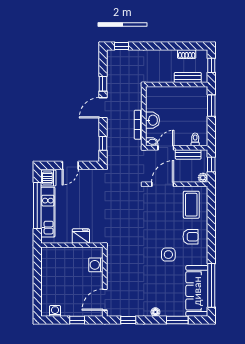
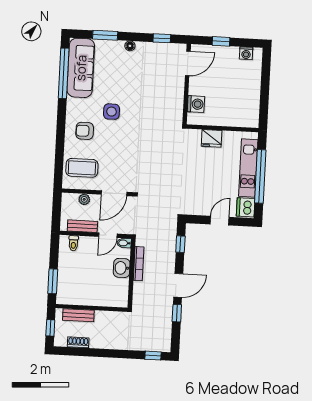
window: (211, 164) -> (56, 213), removed
plant: (203, 178) -> (84, 199), moved
coffee table: (191, 205) -> (82, 168), turned 90

